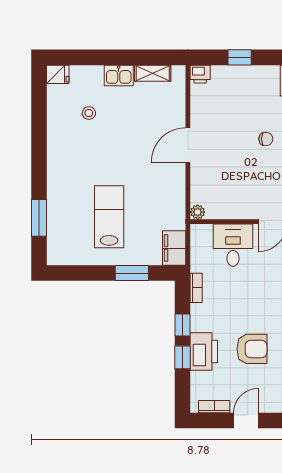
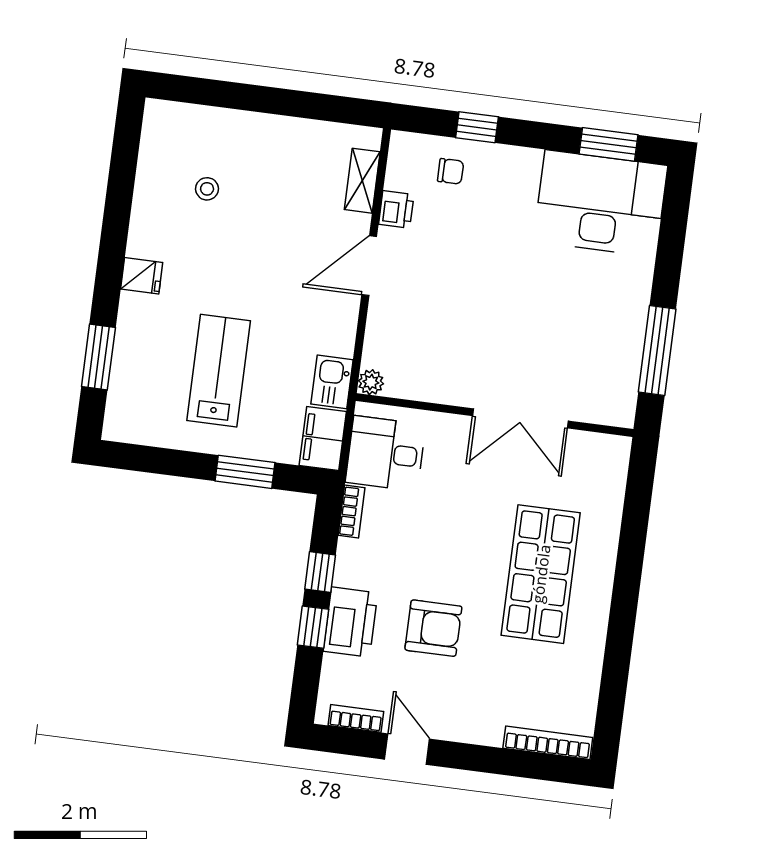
shelving: (153, 73) -> (362, 181), moved, turned 90
fridge: (58, 74) -> (142, 276), moved
printer: (200, 74) -> (396, 209), moved, turned -90
kitchen sink: (119, 76) -> (332, 382), moved, turned 90
chair: (266, 139) -> (451, 171), moved
desk: (233, 245) -> (386, 453), moved, turned -90
door: (246, 420) -> (407, 749), hinge flipped

